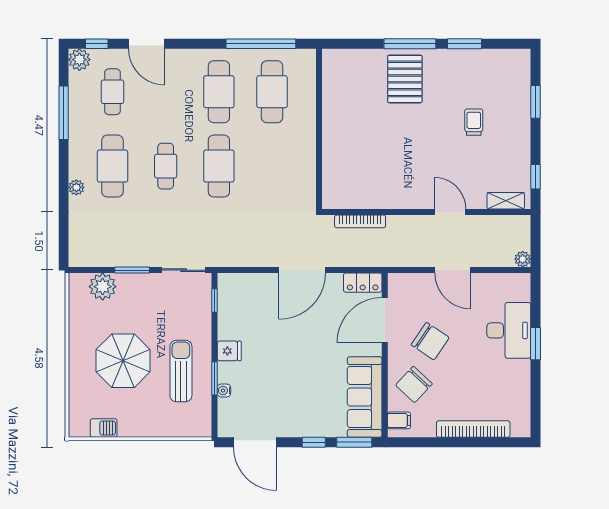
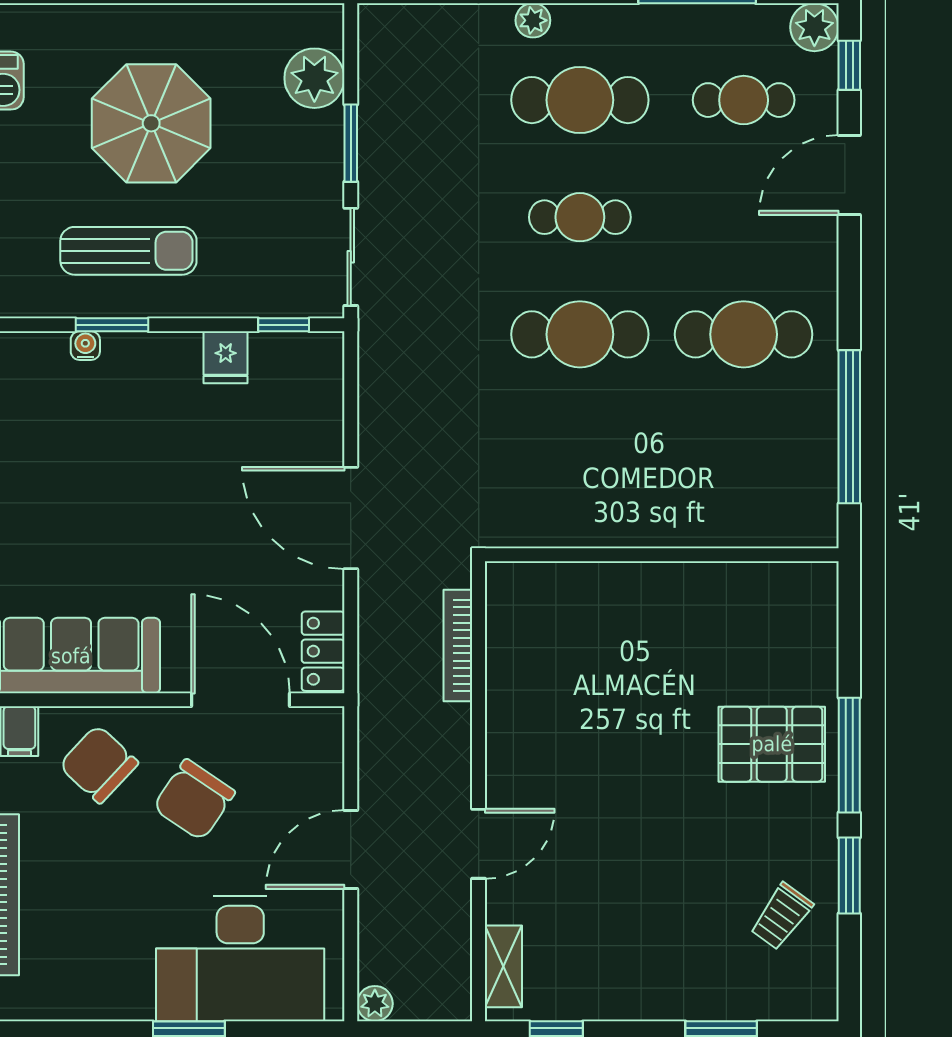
cafe table: (272, 92) -> (744, 452), removed
trolley: (474, 122) -> (781, 916), moved, turned 126
desk: (509, 330) -> (240, 959), width x1.36, depth x1.30
fridge: (229, 351) -> (226, 357), moved

